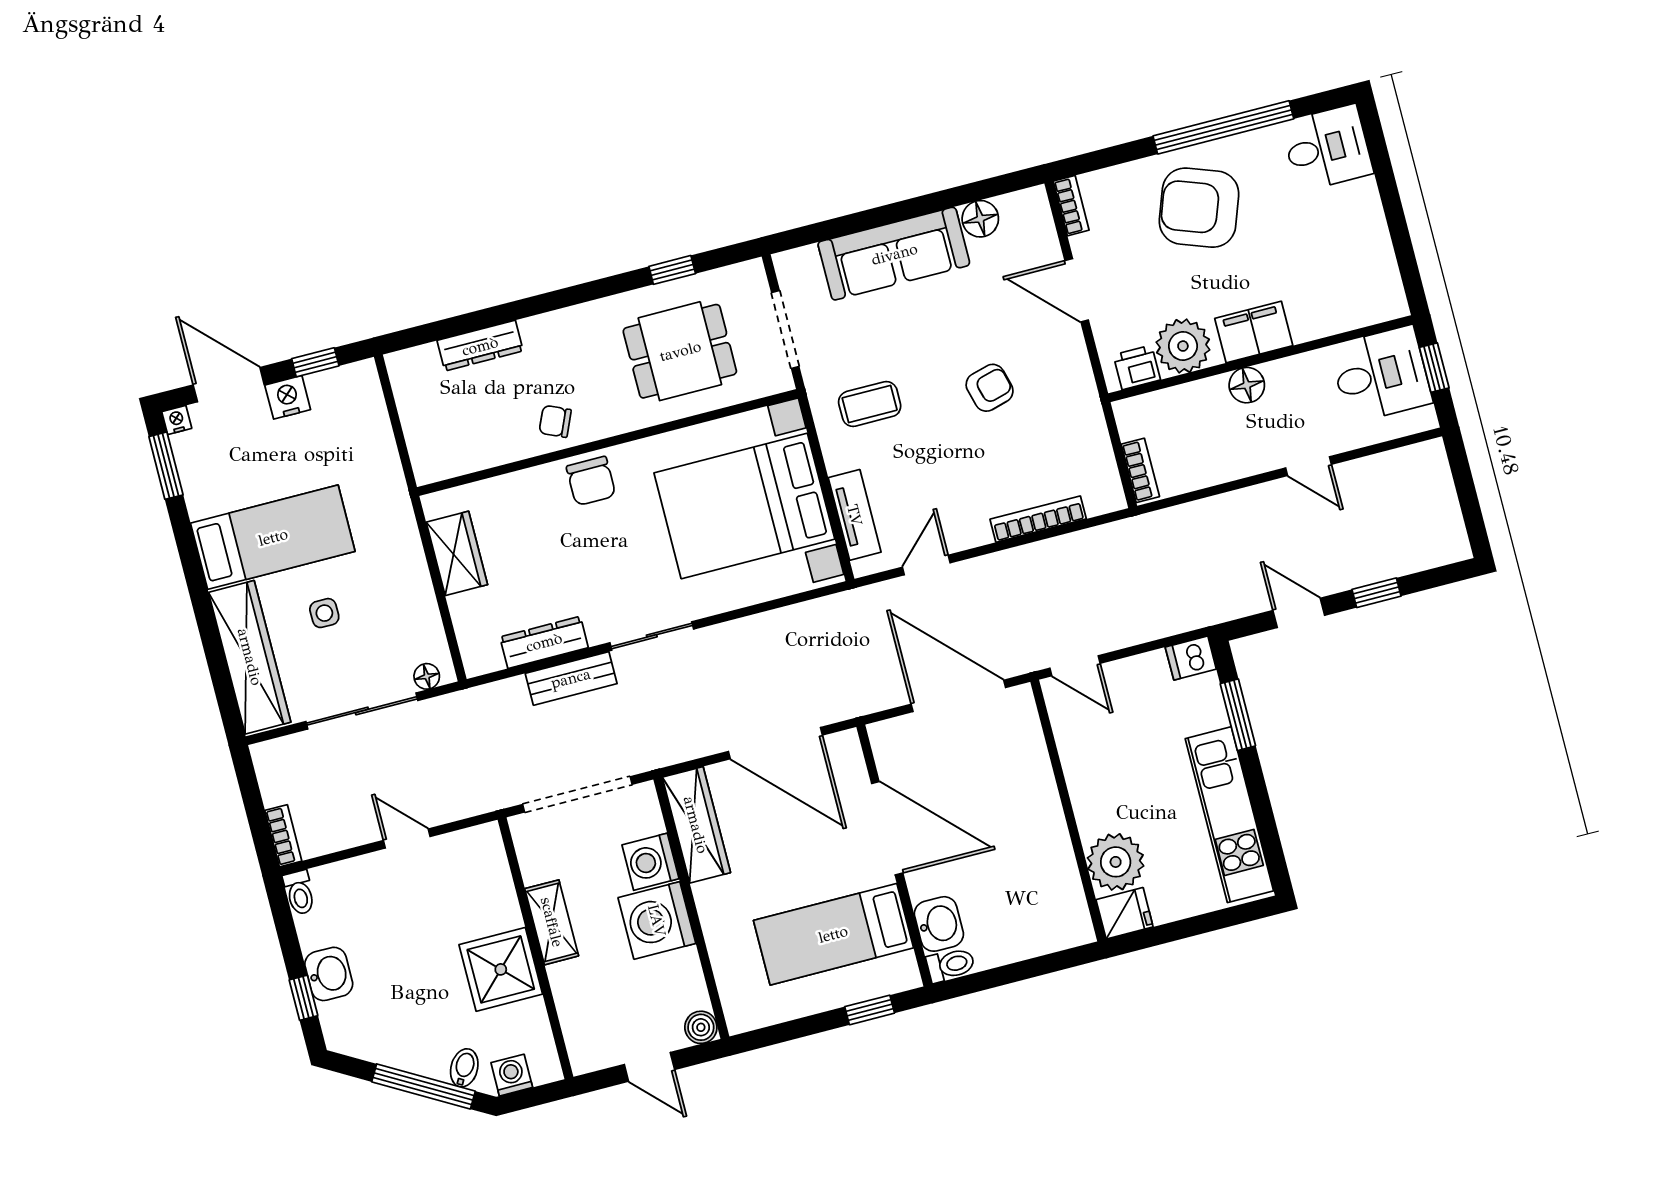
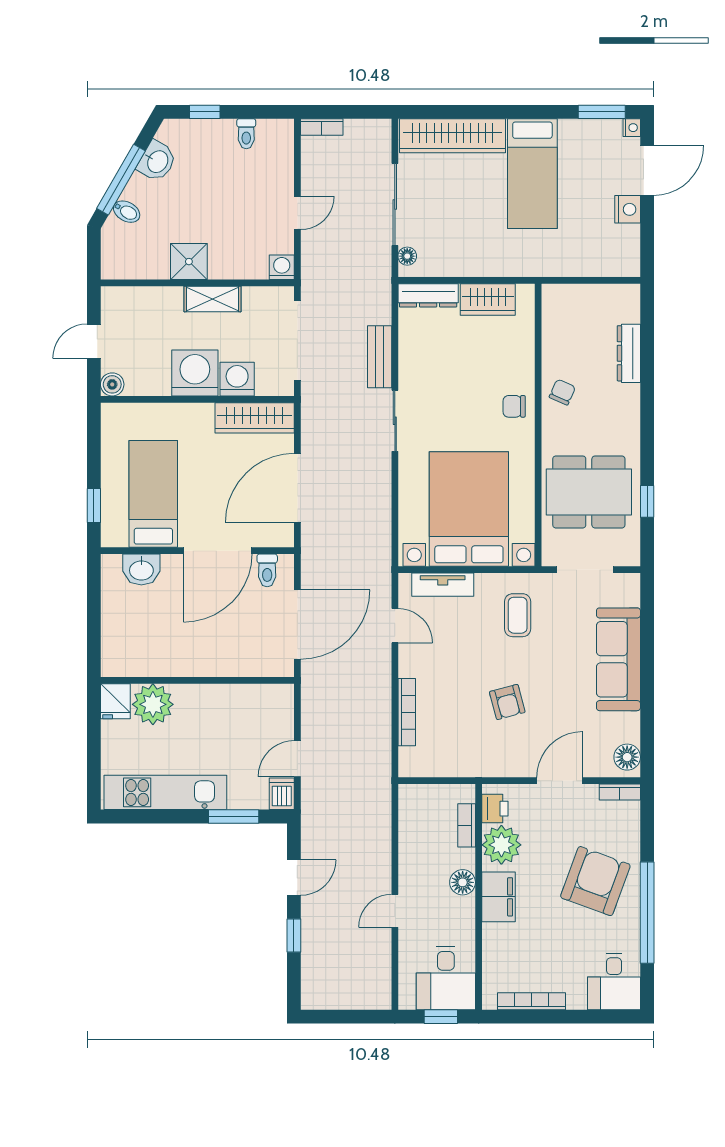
floor lamp: (980, 219) -> (627, 757), moved
bookcase: (1382, 252) -> (532, 1001), added
dining table: (680, 351) -> (589, 492), width x1.38
window: (315, 362) -> (647, 235), removed
bookcase: (1140, 470) -> (467, 825), moved, turned 90
chair: (591, 481) -> (514, 406), width x0.73, depth x0.73
side table: (324, 613) -> (470, 196), removed
dresser: (544, 642) -> (428, 295), moved, turned 90
door: (1075, 666) -> (297, 759), moved
toilet: (299, 893) -> (246, 134), moved, turned -90
toilet: (951, 965) -> (267, 570), moved
shower: (501, 969) -> (189, 262), width x0.73, depth x0.73
washbasin: (329, 974) -> (157, 161), moved, turned -60
washing machine: (512, 1075) -> (282, 267), moved, turned -90

